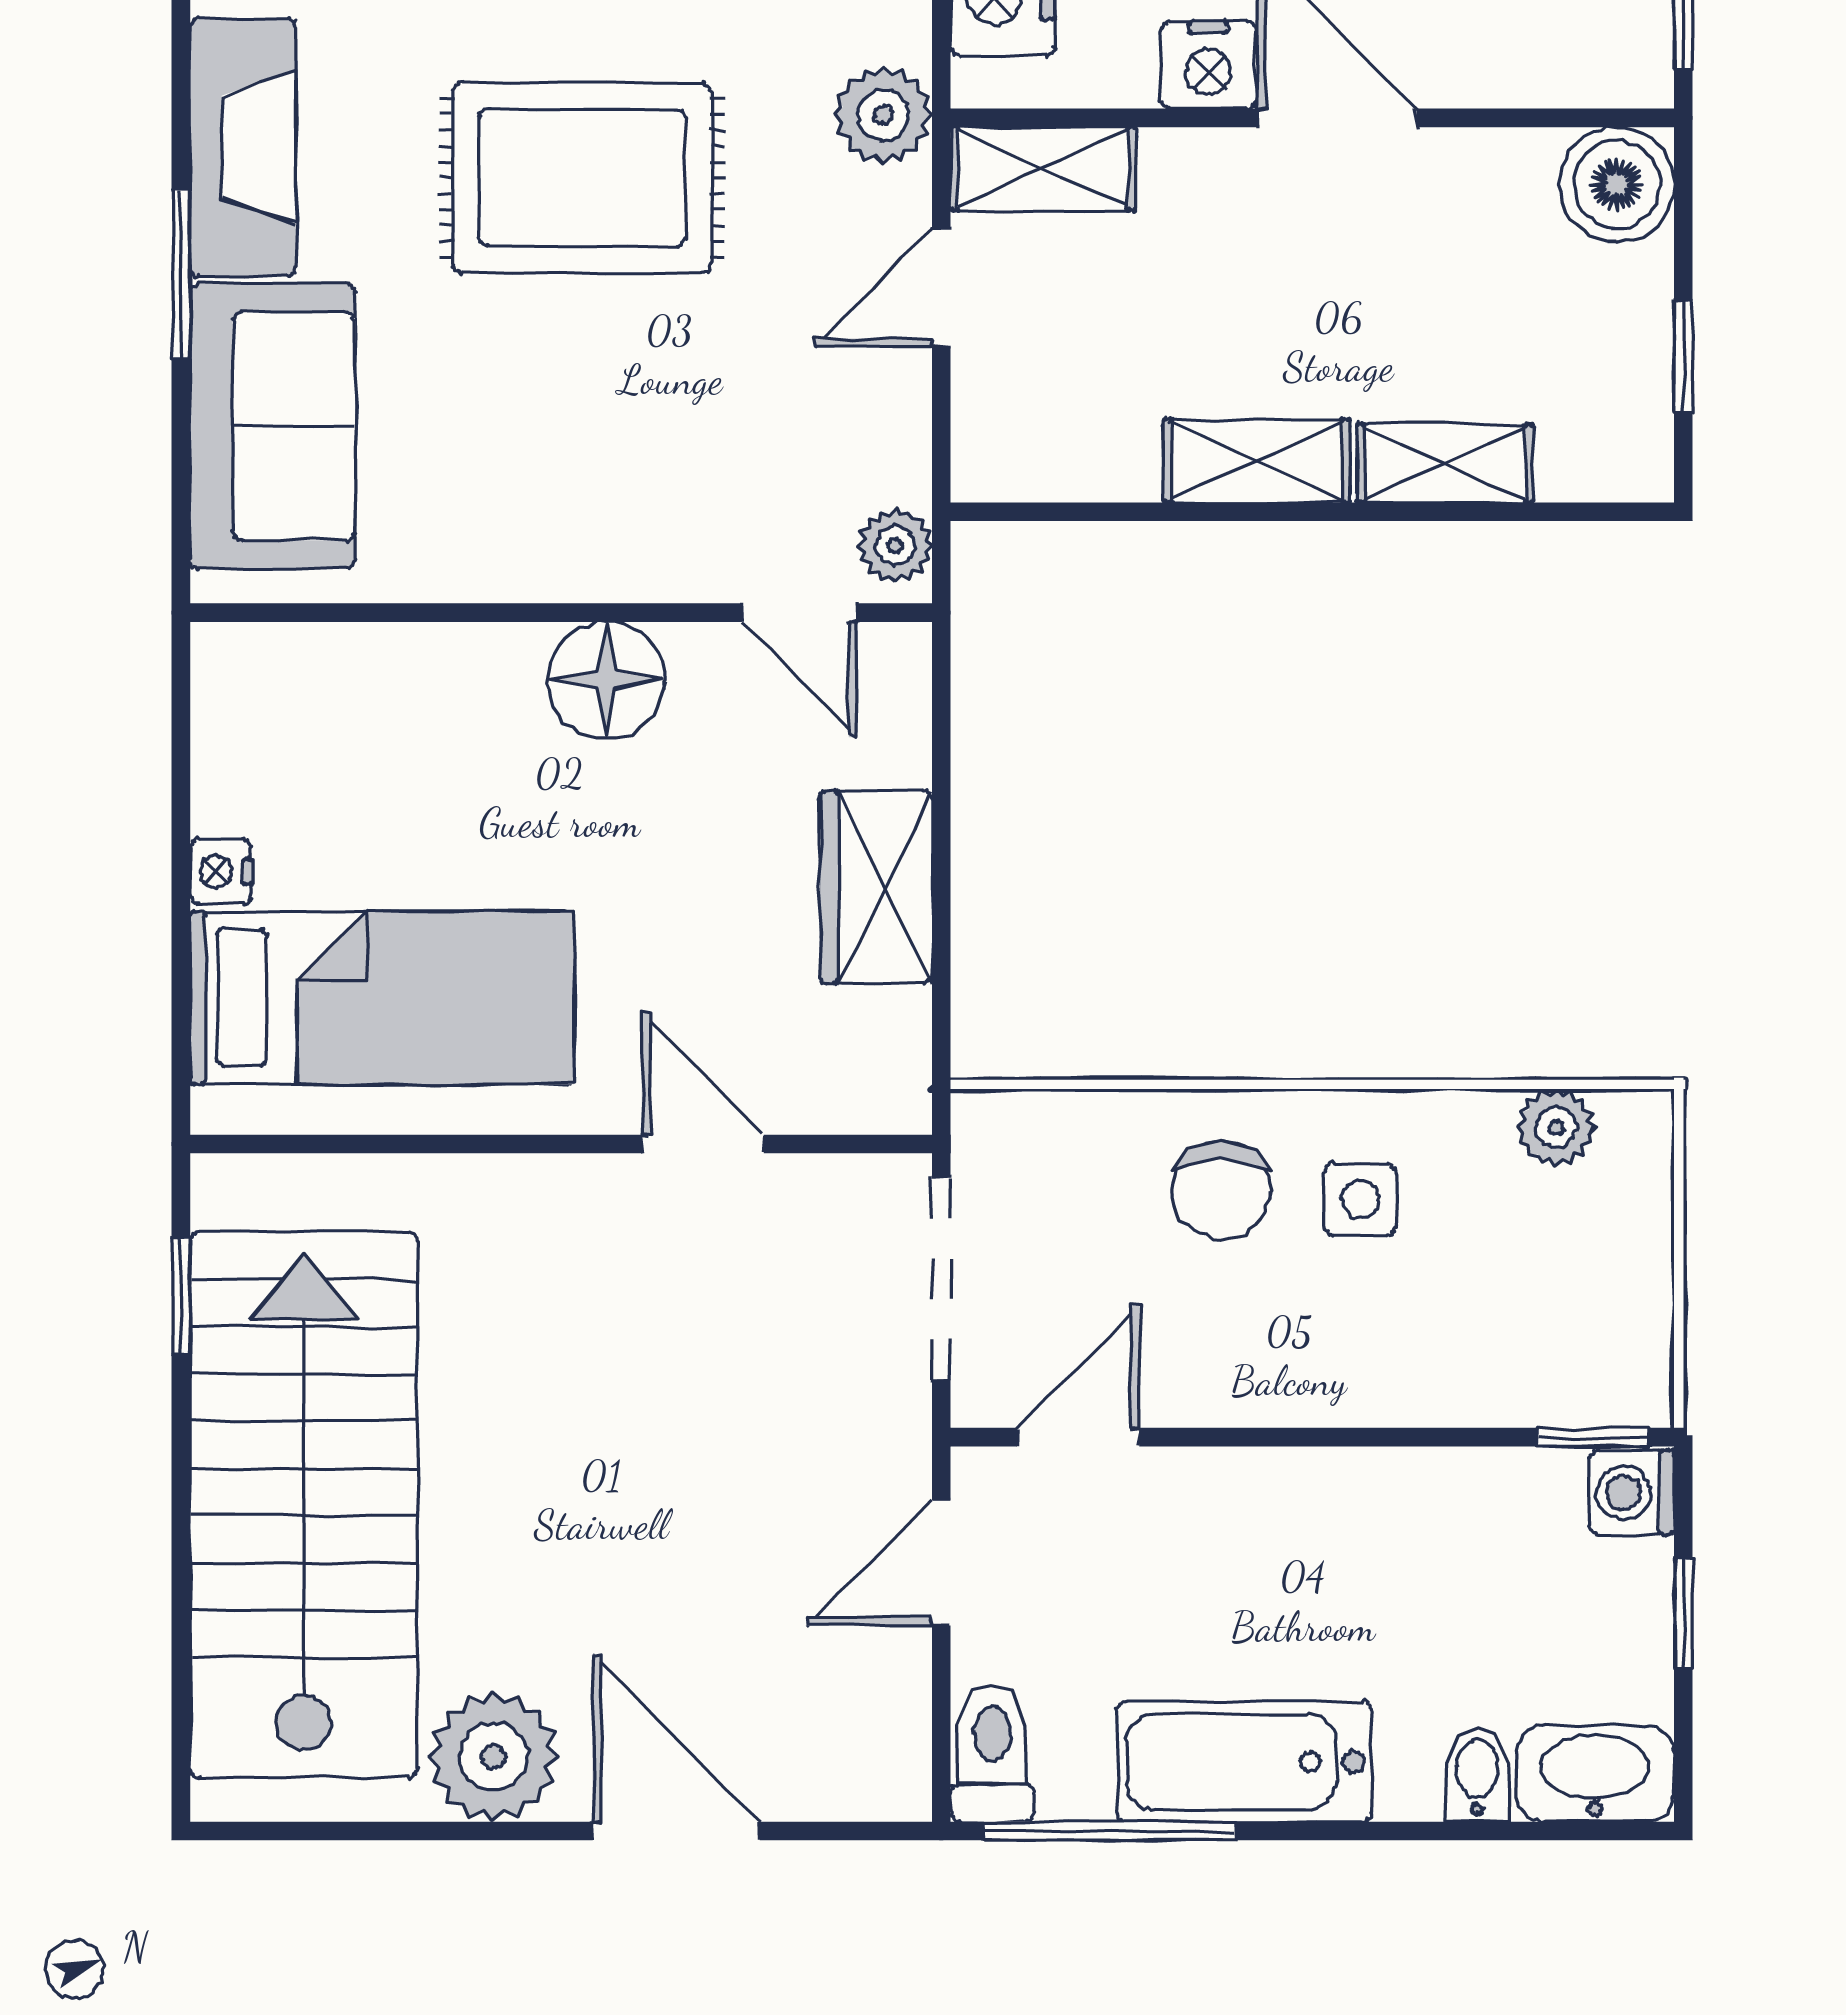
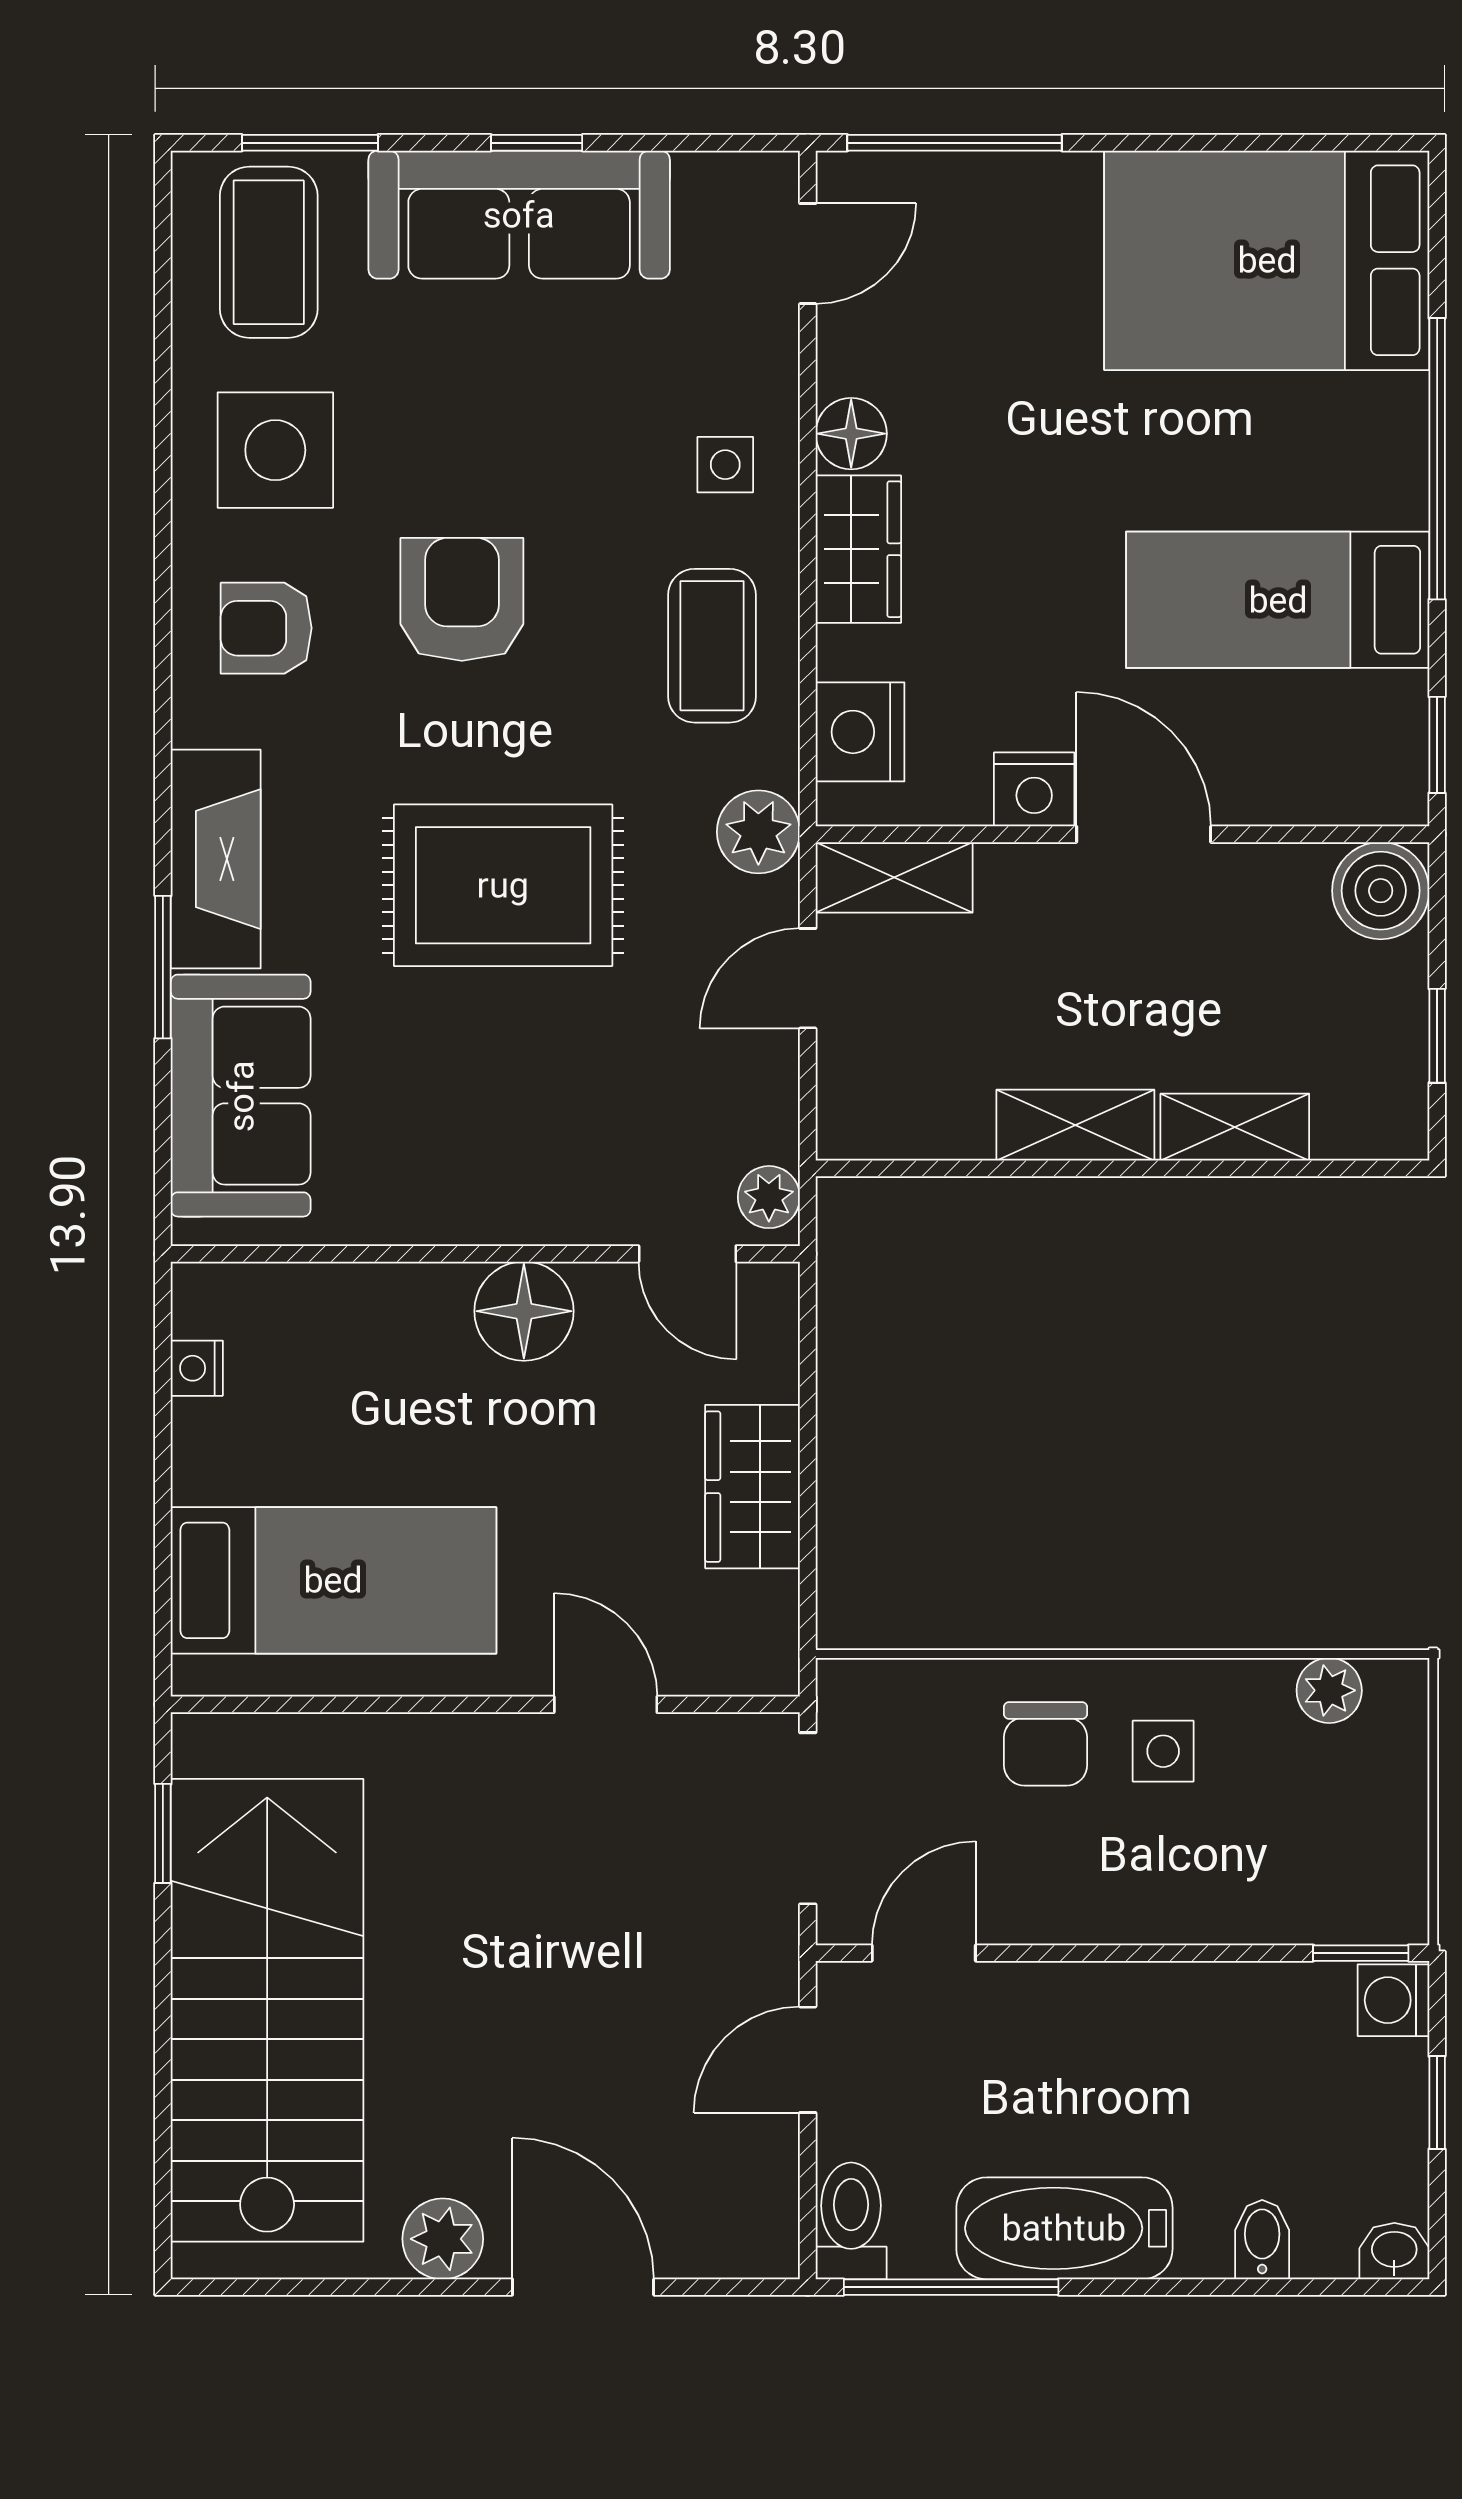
nightstand: (221, 871) -> (197, 1368), moved
plant: (494, 1757) -> (443, 2239), width x0.73, depth x0.73
washbasin: (1595, 1774) -> (1394, 2251), width x0.52, depth x0.69

